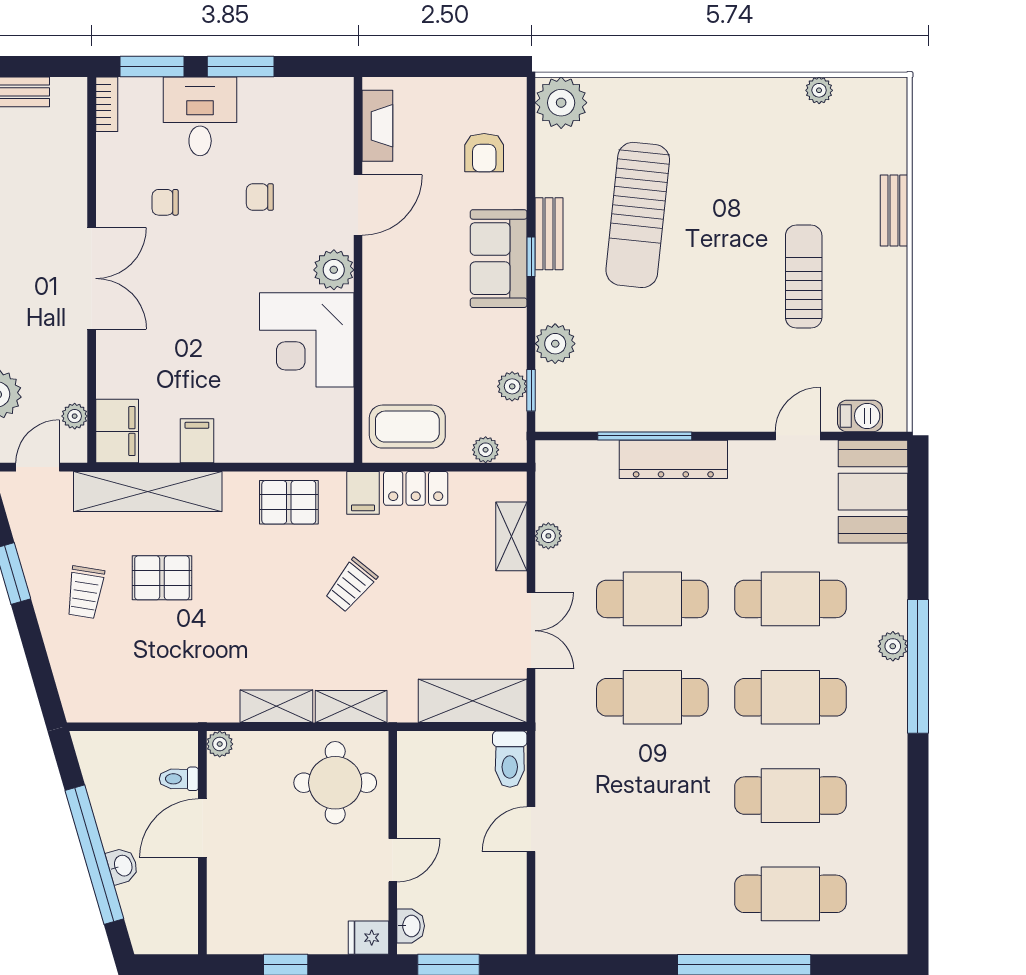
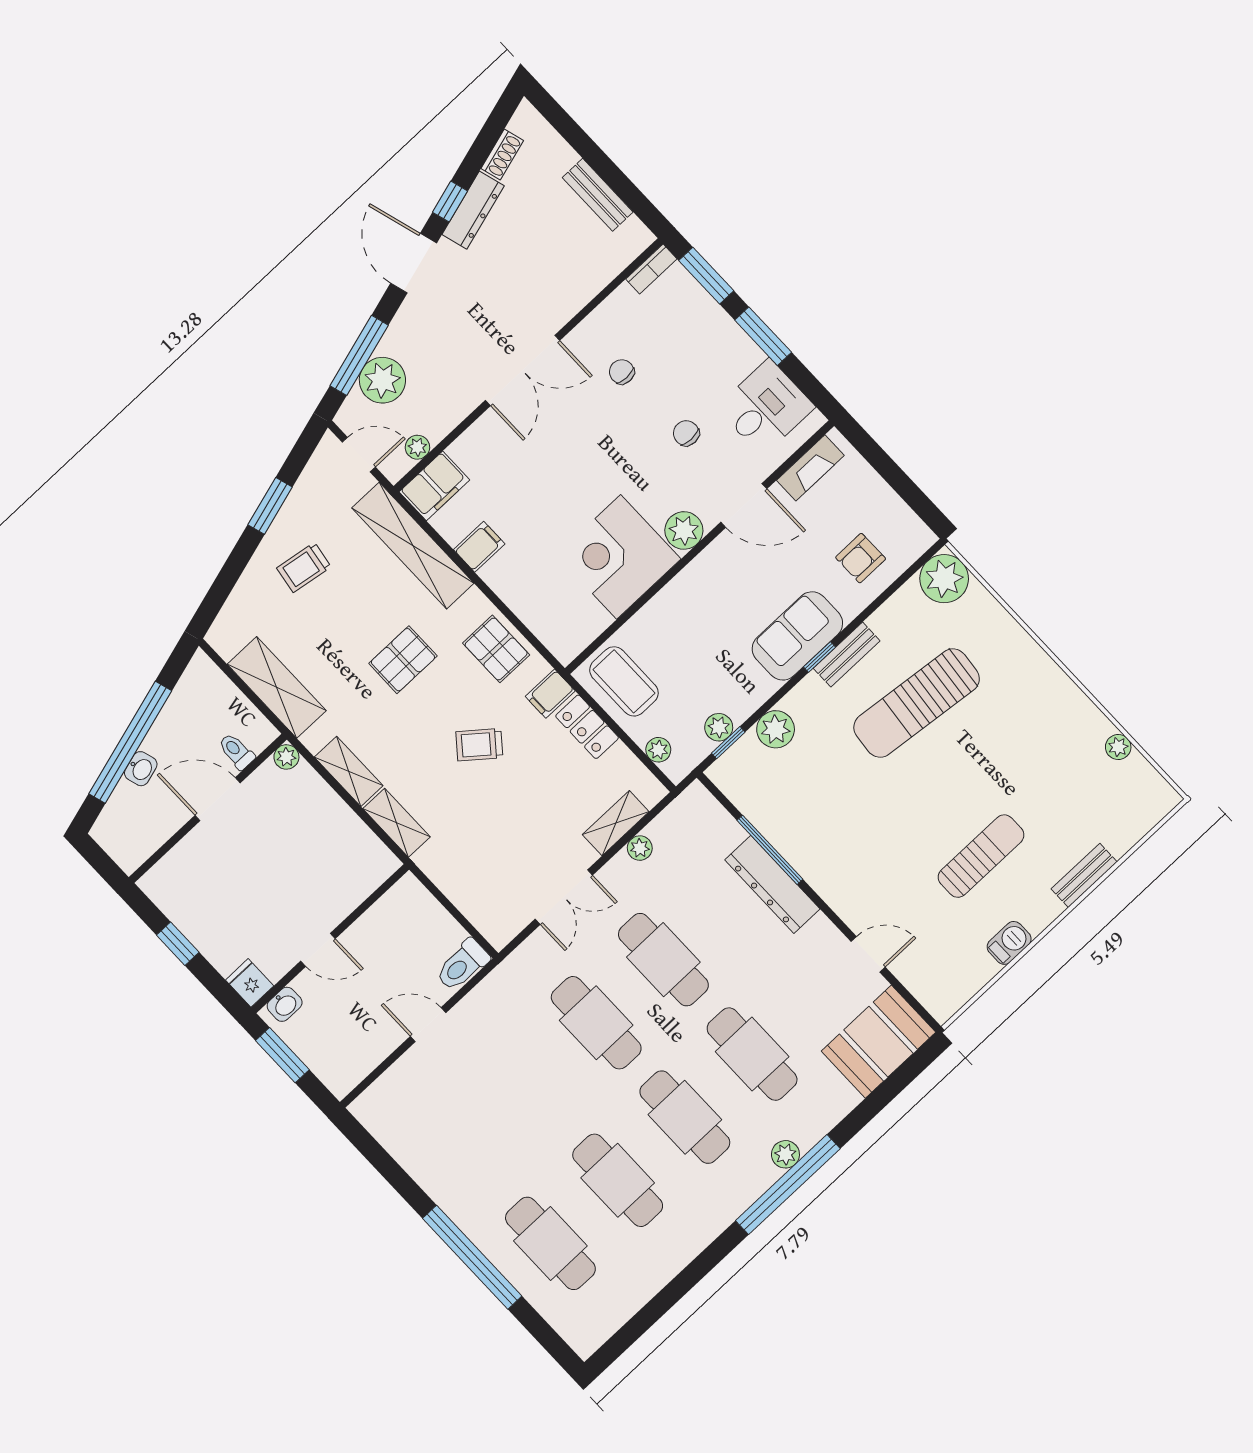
desk: (200, 116) -> (766, 407), moved
barbecue: (860, 416) -> (1009, 943), moved, turned -90
pallet: (162, 578) -> (403, 660), moved, turned 90
shelving: (473, 701) -> (277, 687), moved
round table: (335, 783) -> (334, 861), removed

